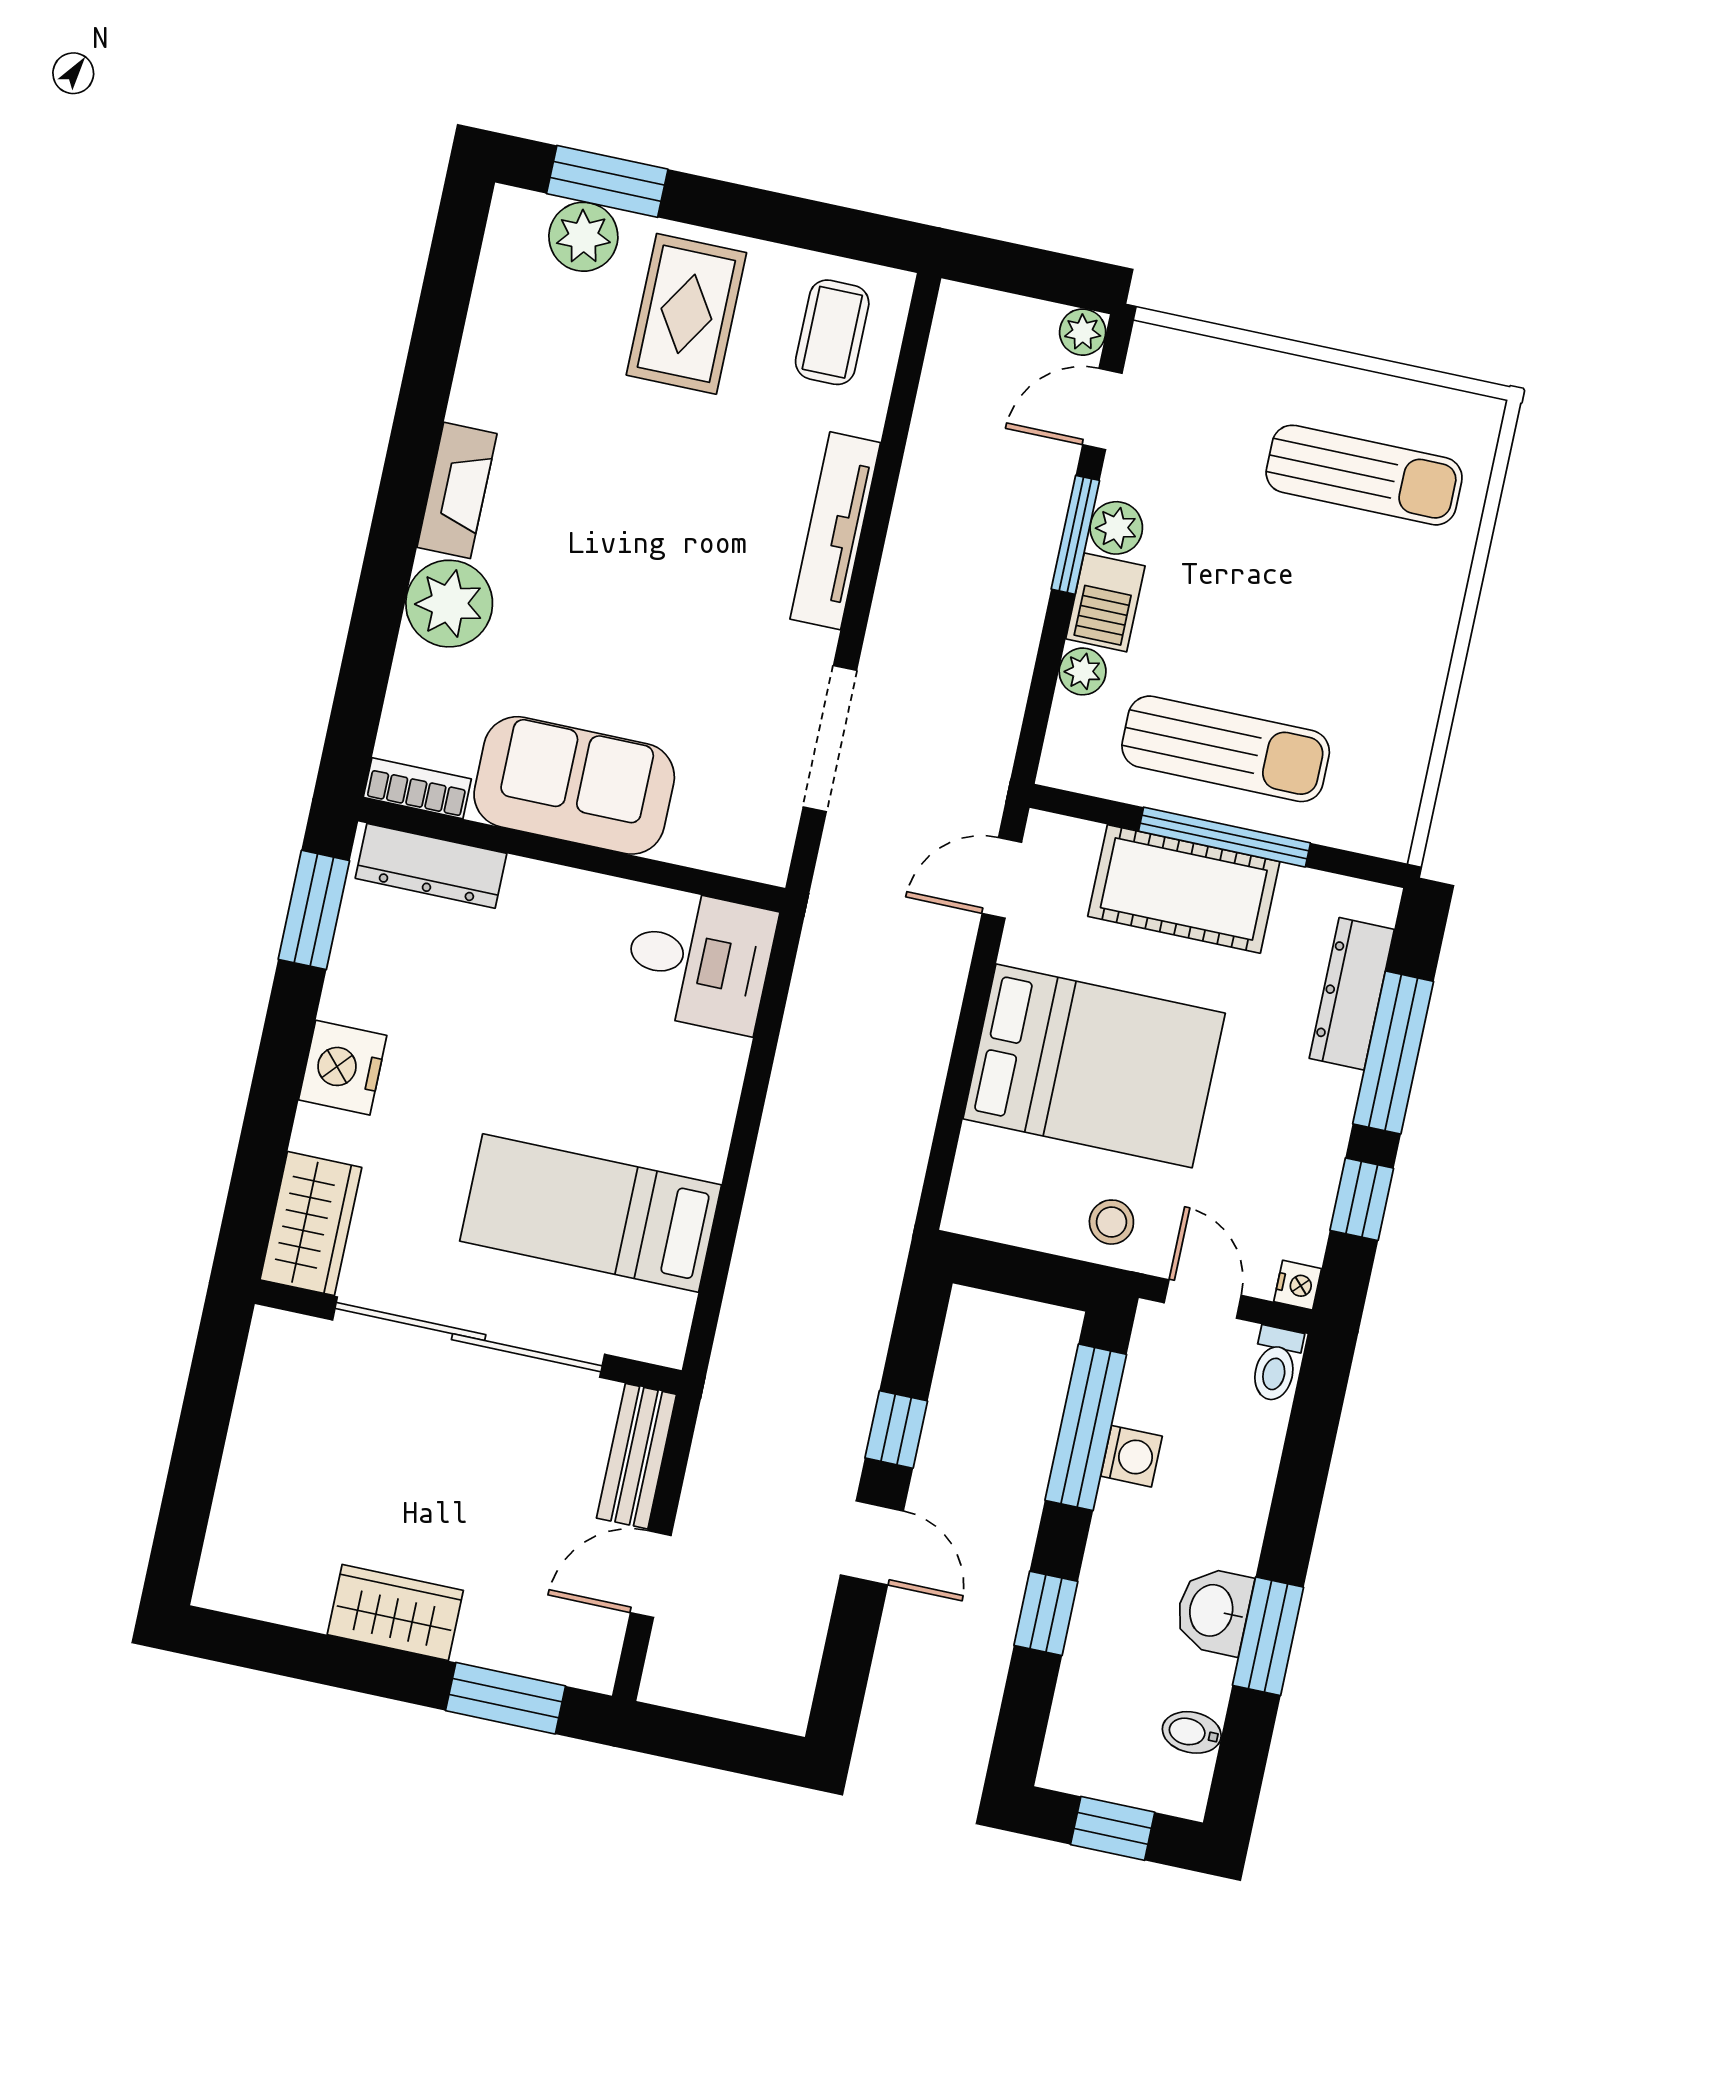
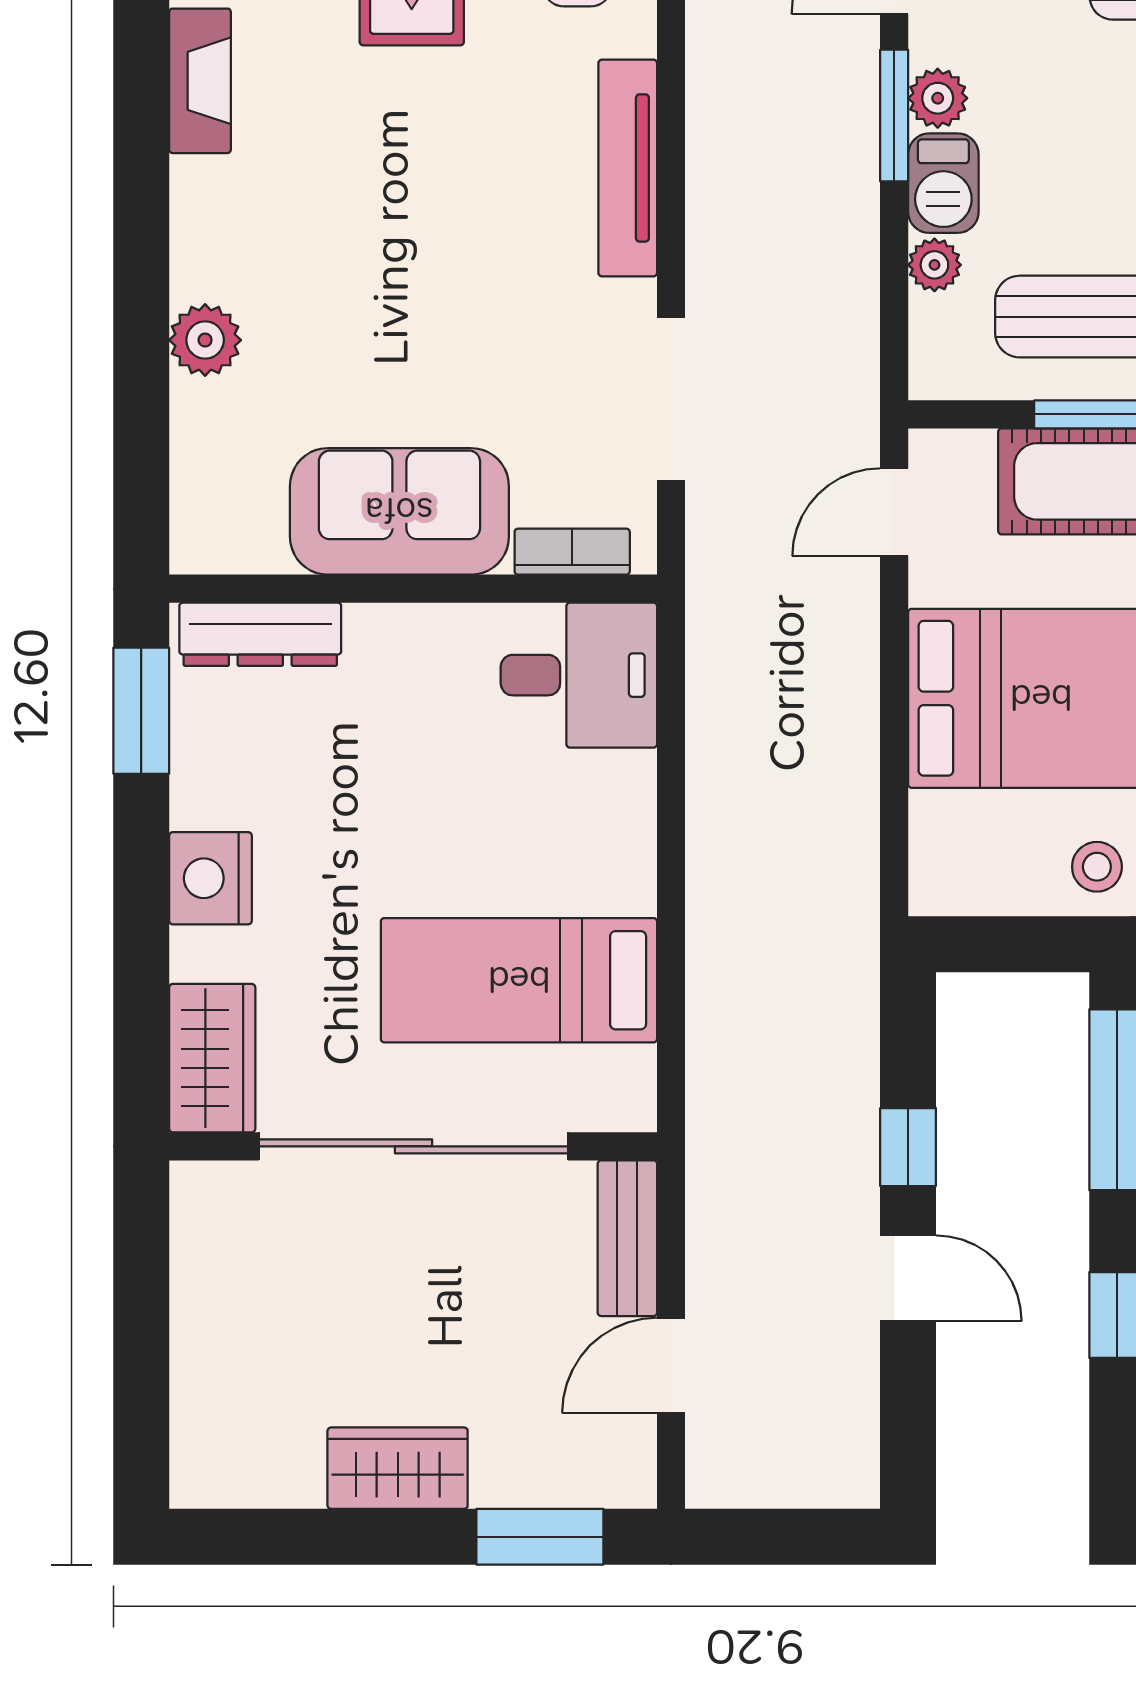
fireplace: (457, 490) -> (200, 81), moved
plant: (449, 604) -> (205, 340), width x0.73, depth x0.73
bookcase: (417, 788) -> (572, 552), moved

